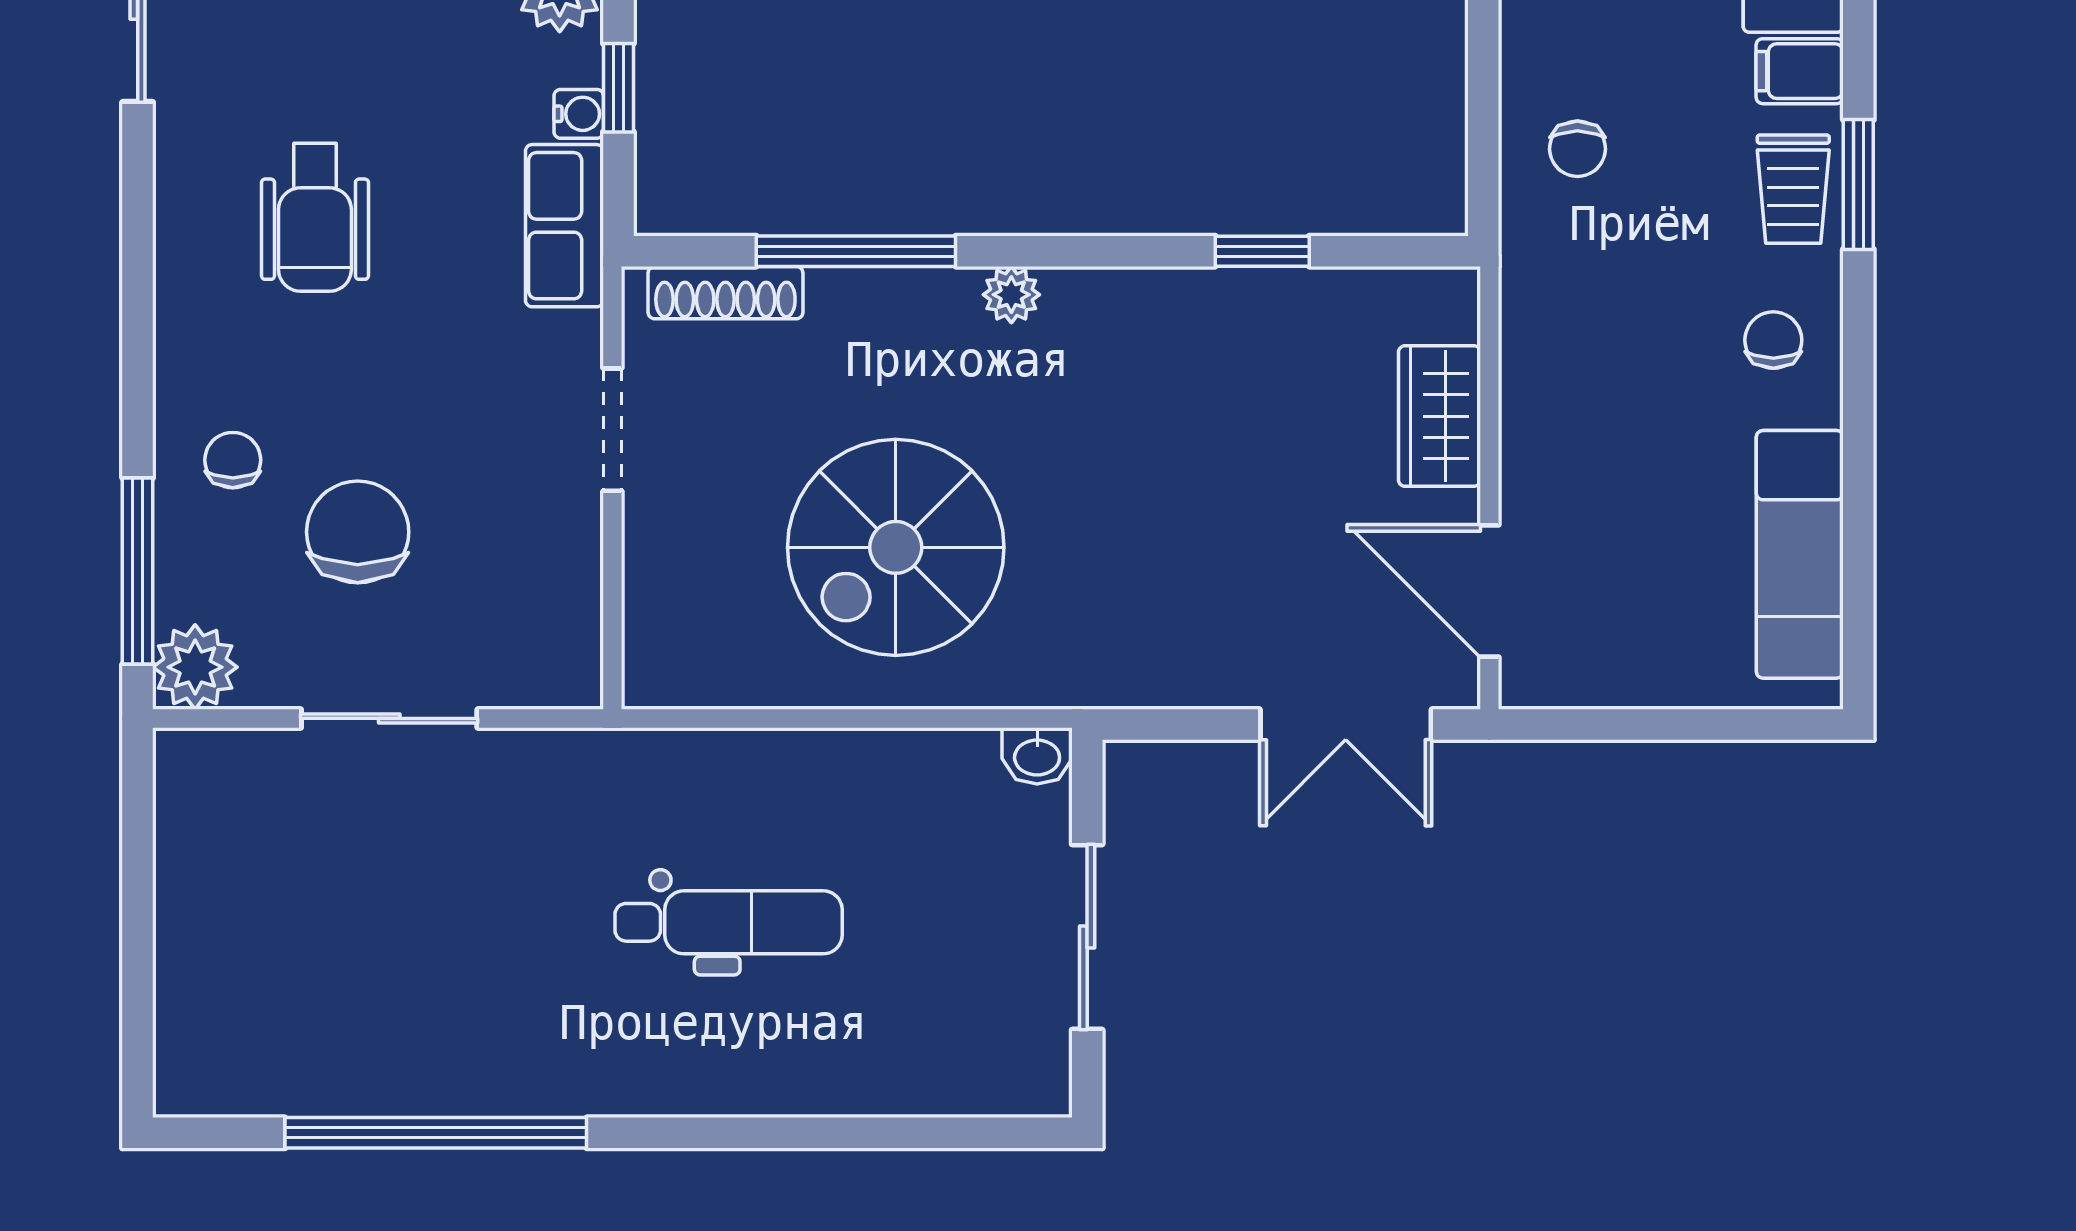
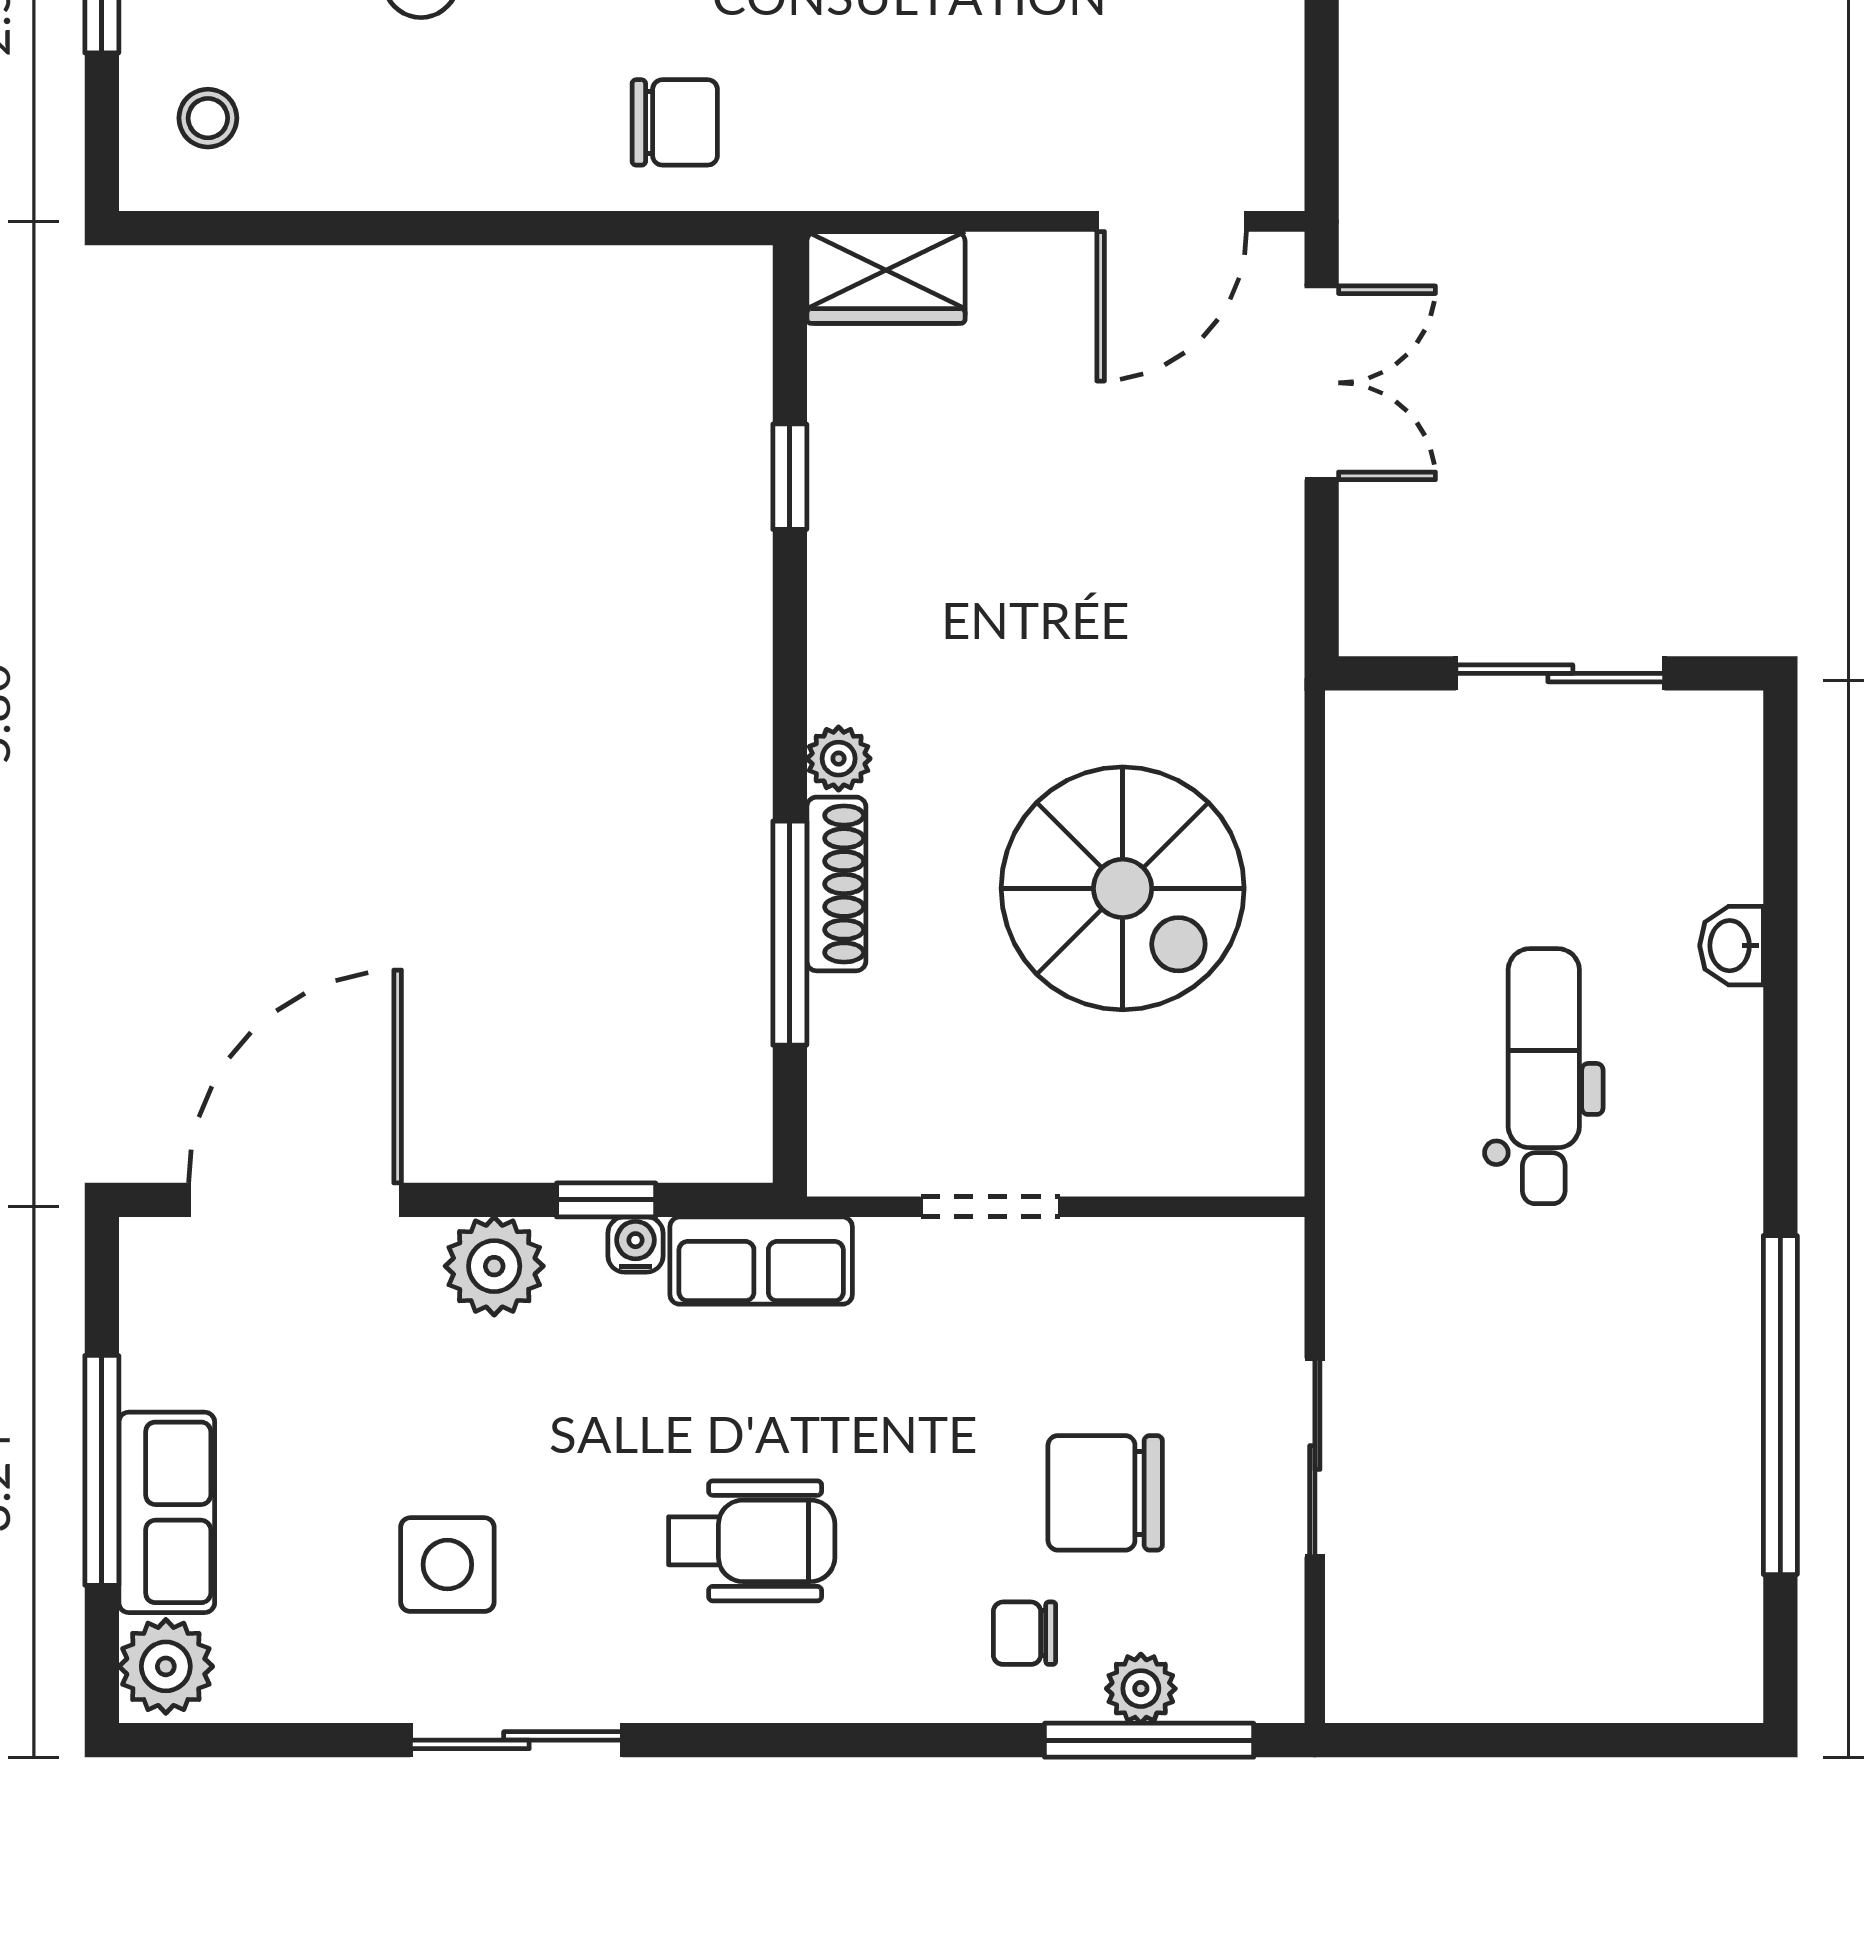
chair: (1577, 149) -> (675, 122), width x1.37, depth x1.37
shoe rack: (725, 293) -> (836, 884), moved
wardrobe: (1439, 416) -> (886, 278), moved
plant: (195, 667) -> (1141, 1689), moved, width x0.73, depth x0.73
washbasin: (1037, 756) -> (1732, 946), moved, turned 180

